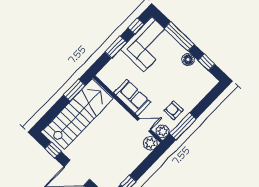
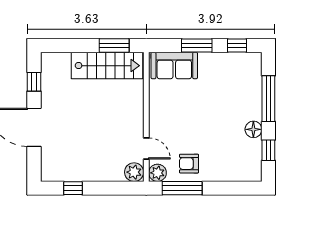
corner sofa: (148, 44) -> (230, 75), removed
sofa: (132, 98) -> (174, 65), moved, turned 90
armchair: (174, 110) -> (189, 164), turned -90
stairs: (78, 114) -> (107, 66), width x0.73, depth x0.66

